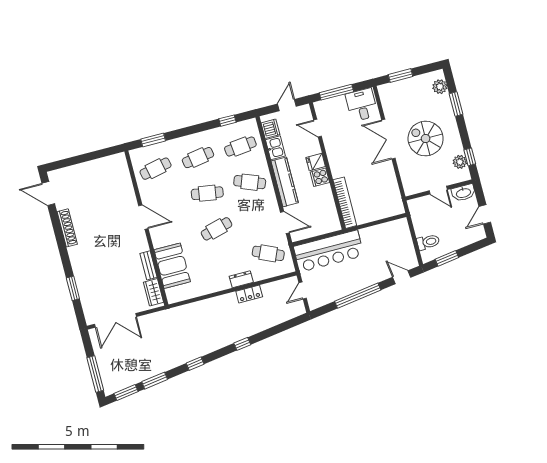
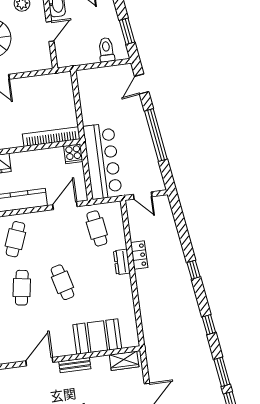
cooker: (320, 177) -> (73, 154), moved
cafe table: (268, 253) -> (97, 228), turned -33
bench: (149, 265) -> (75, 365), moved

